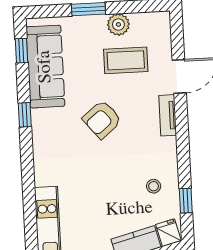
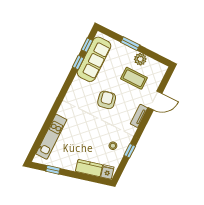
window: (25, 115) -> (78, 63), moved
armchair: (102, 119) -> (107, 100), turned 117
window: (186, 201) -> (130, 151), moved

